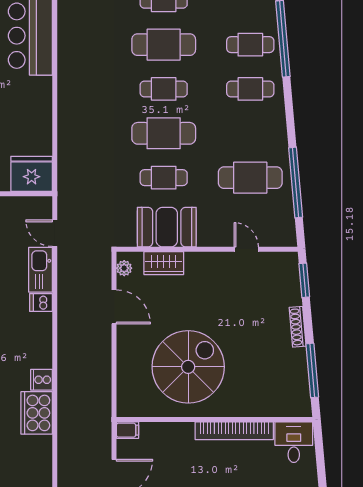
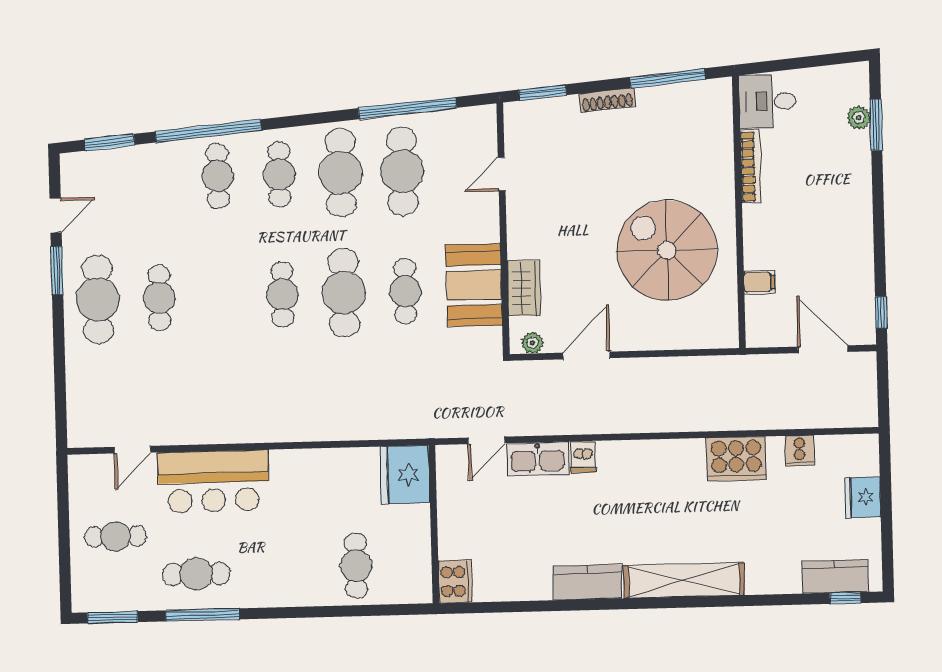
cafe table: (164, 45) -> (341, 173), moved
cooker: (41, 380) -> (799, 451), moved
filing cabinet: (128, 430) -> (759, 282), moved, turned 90
bookcase: (234, 431) -> (750, 167), width x0.68, depth x0.76

